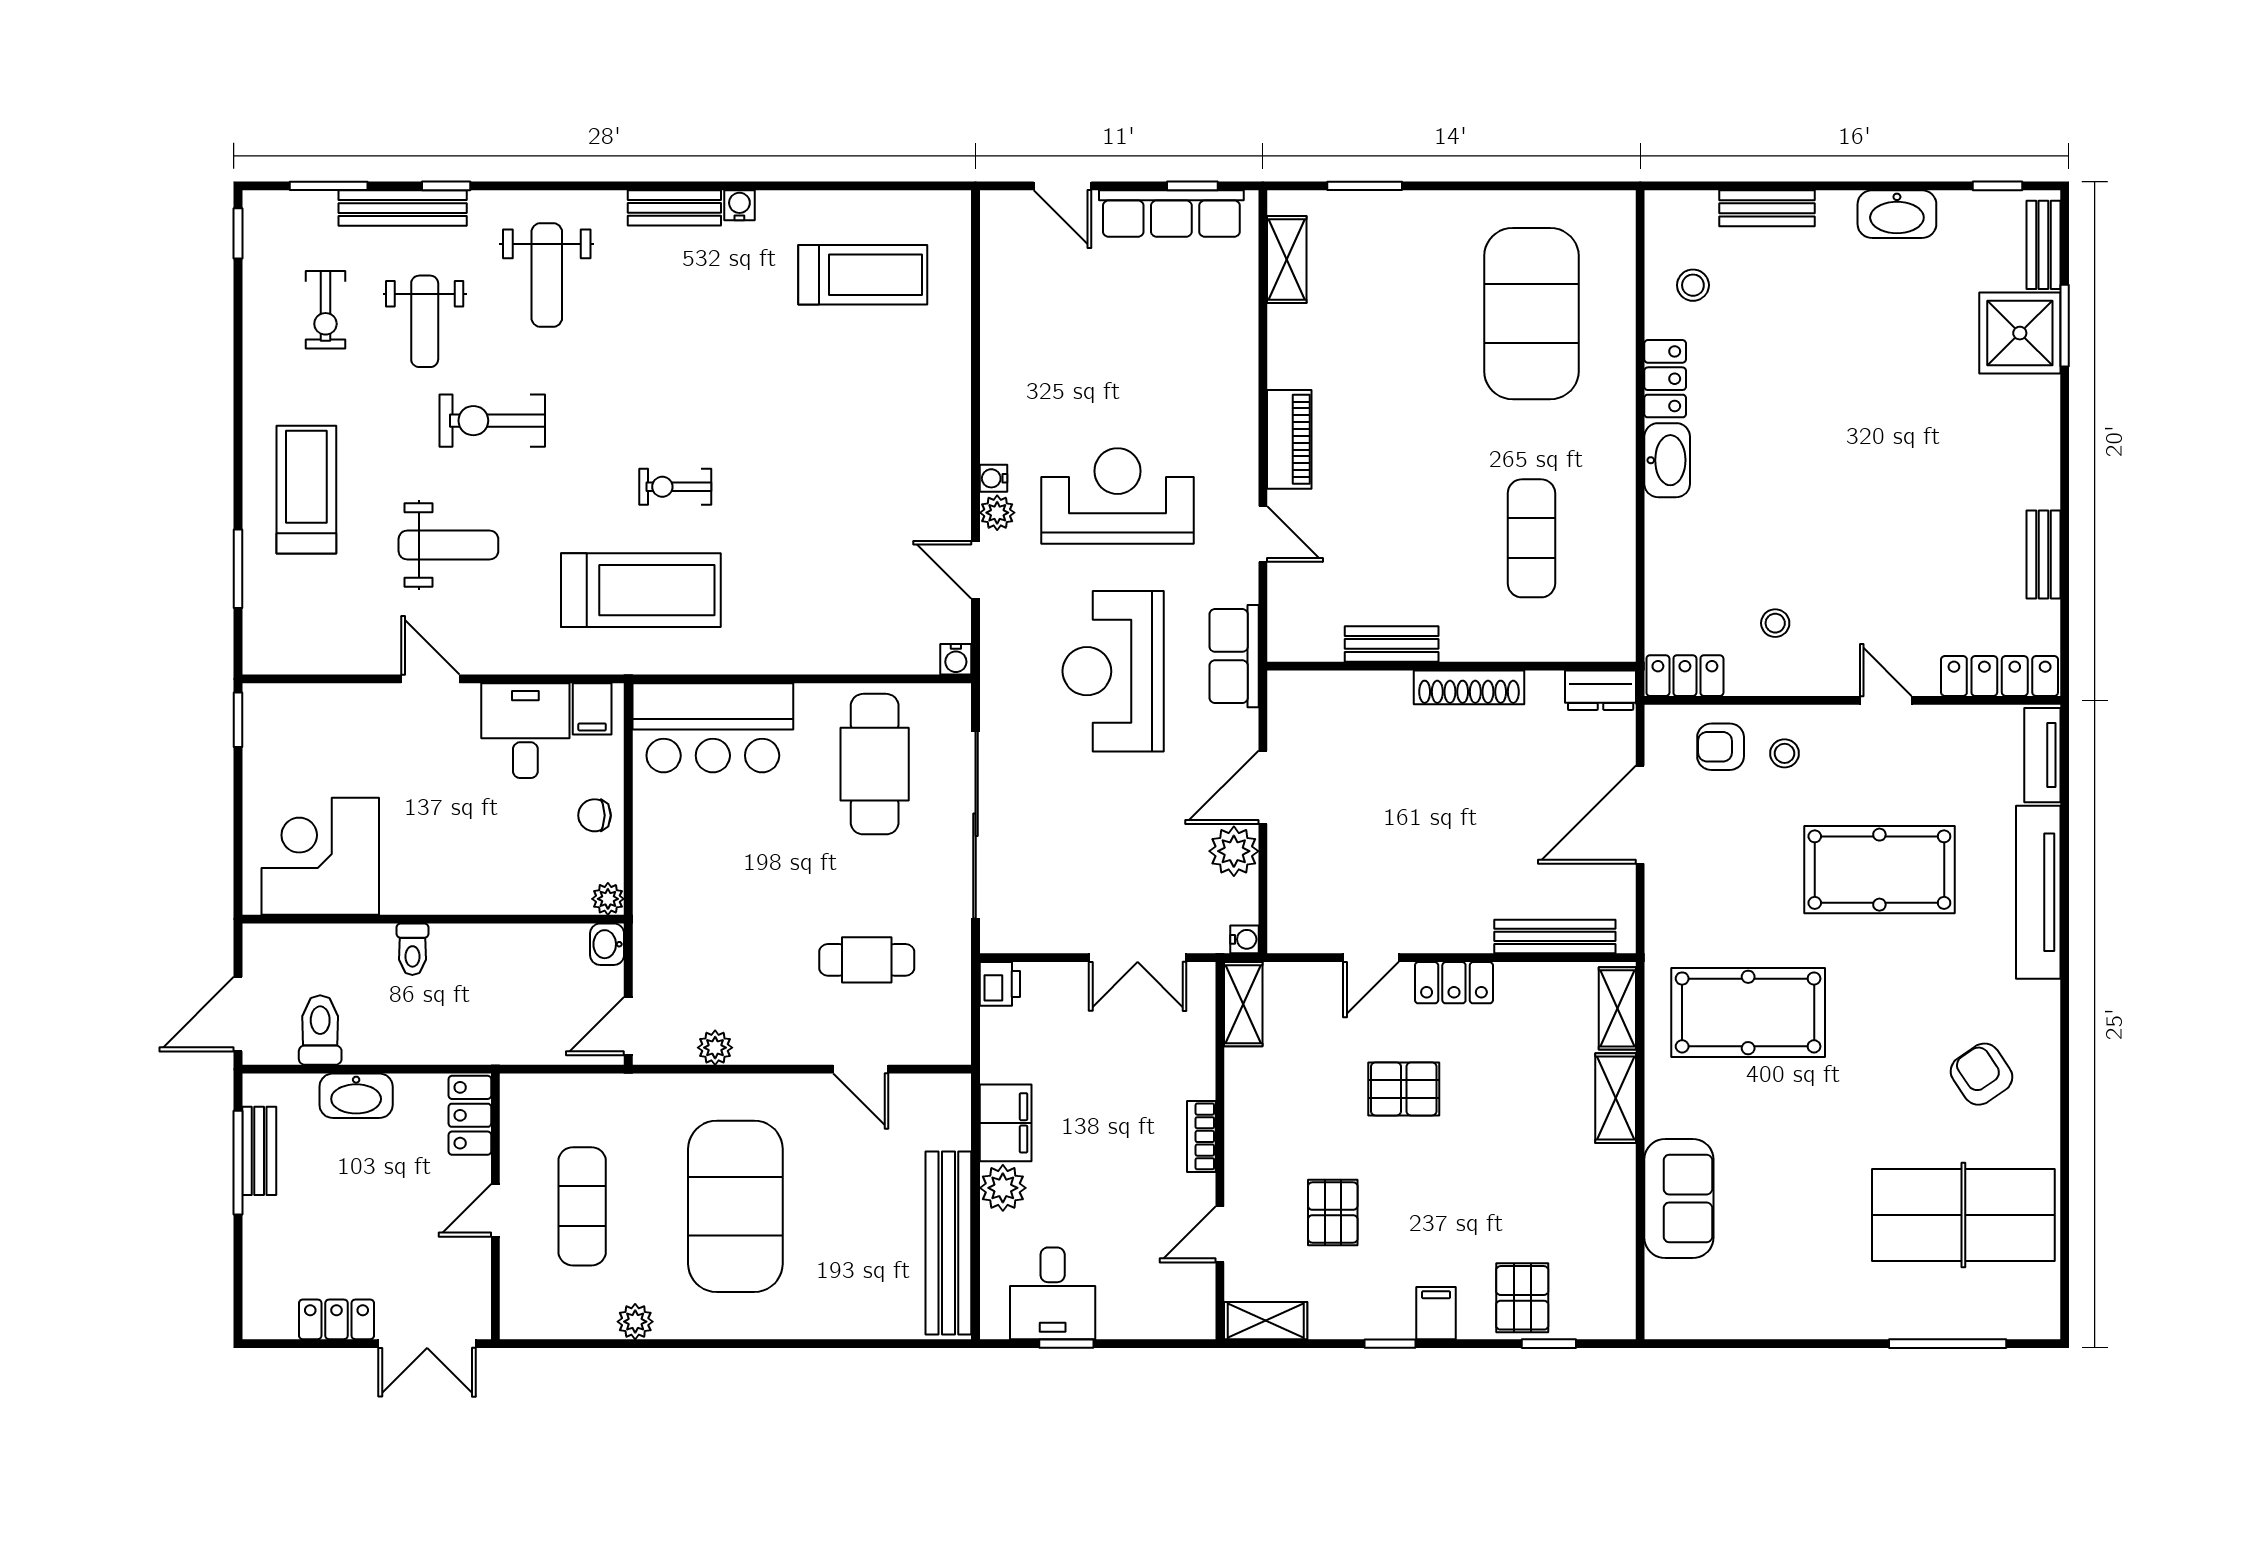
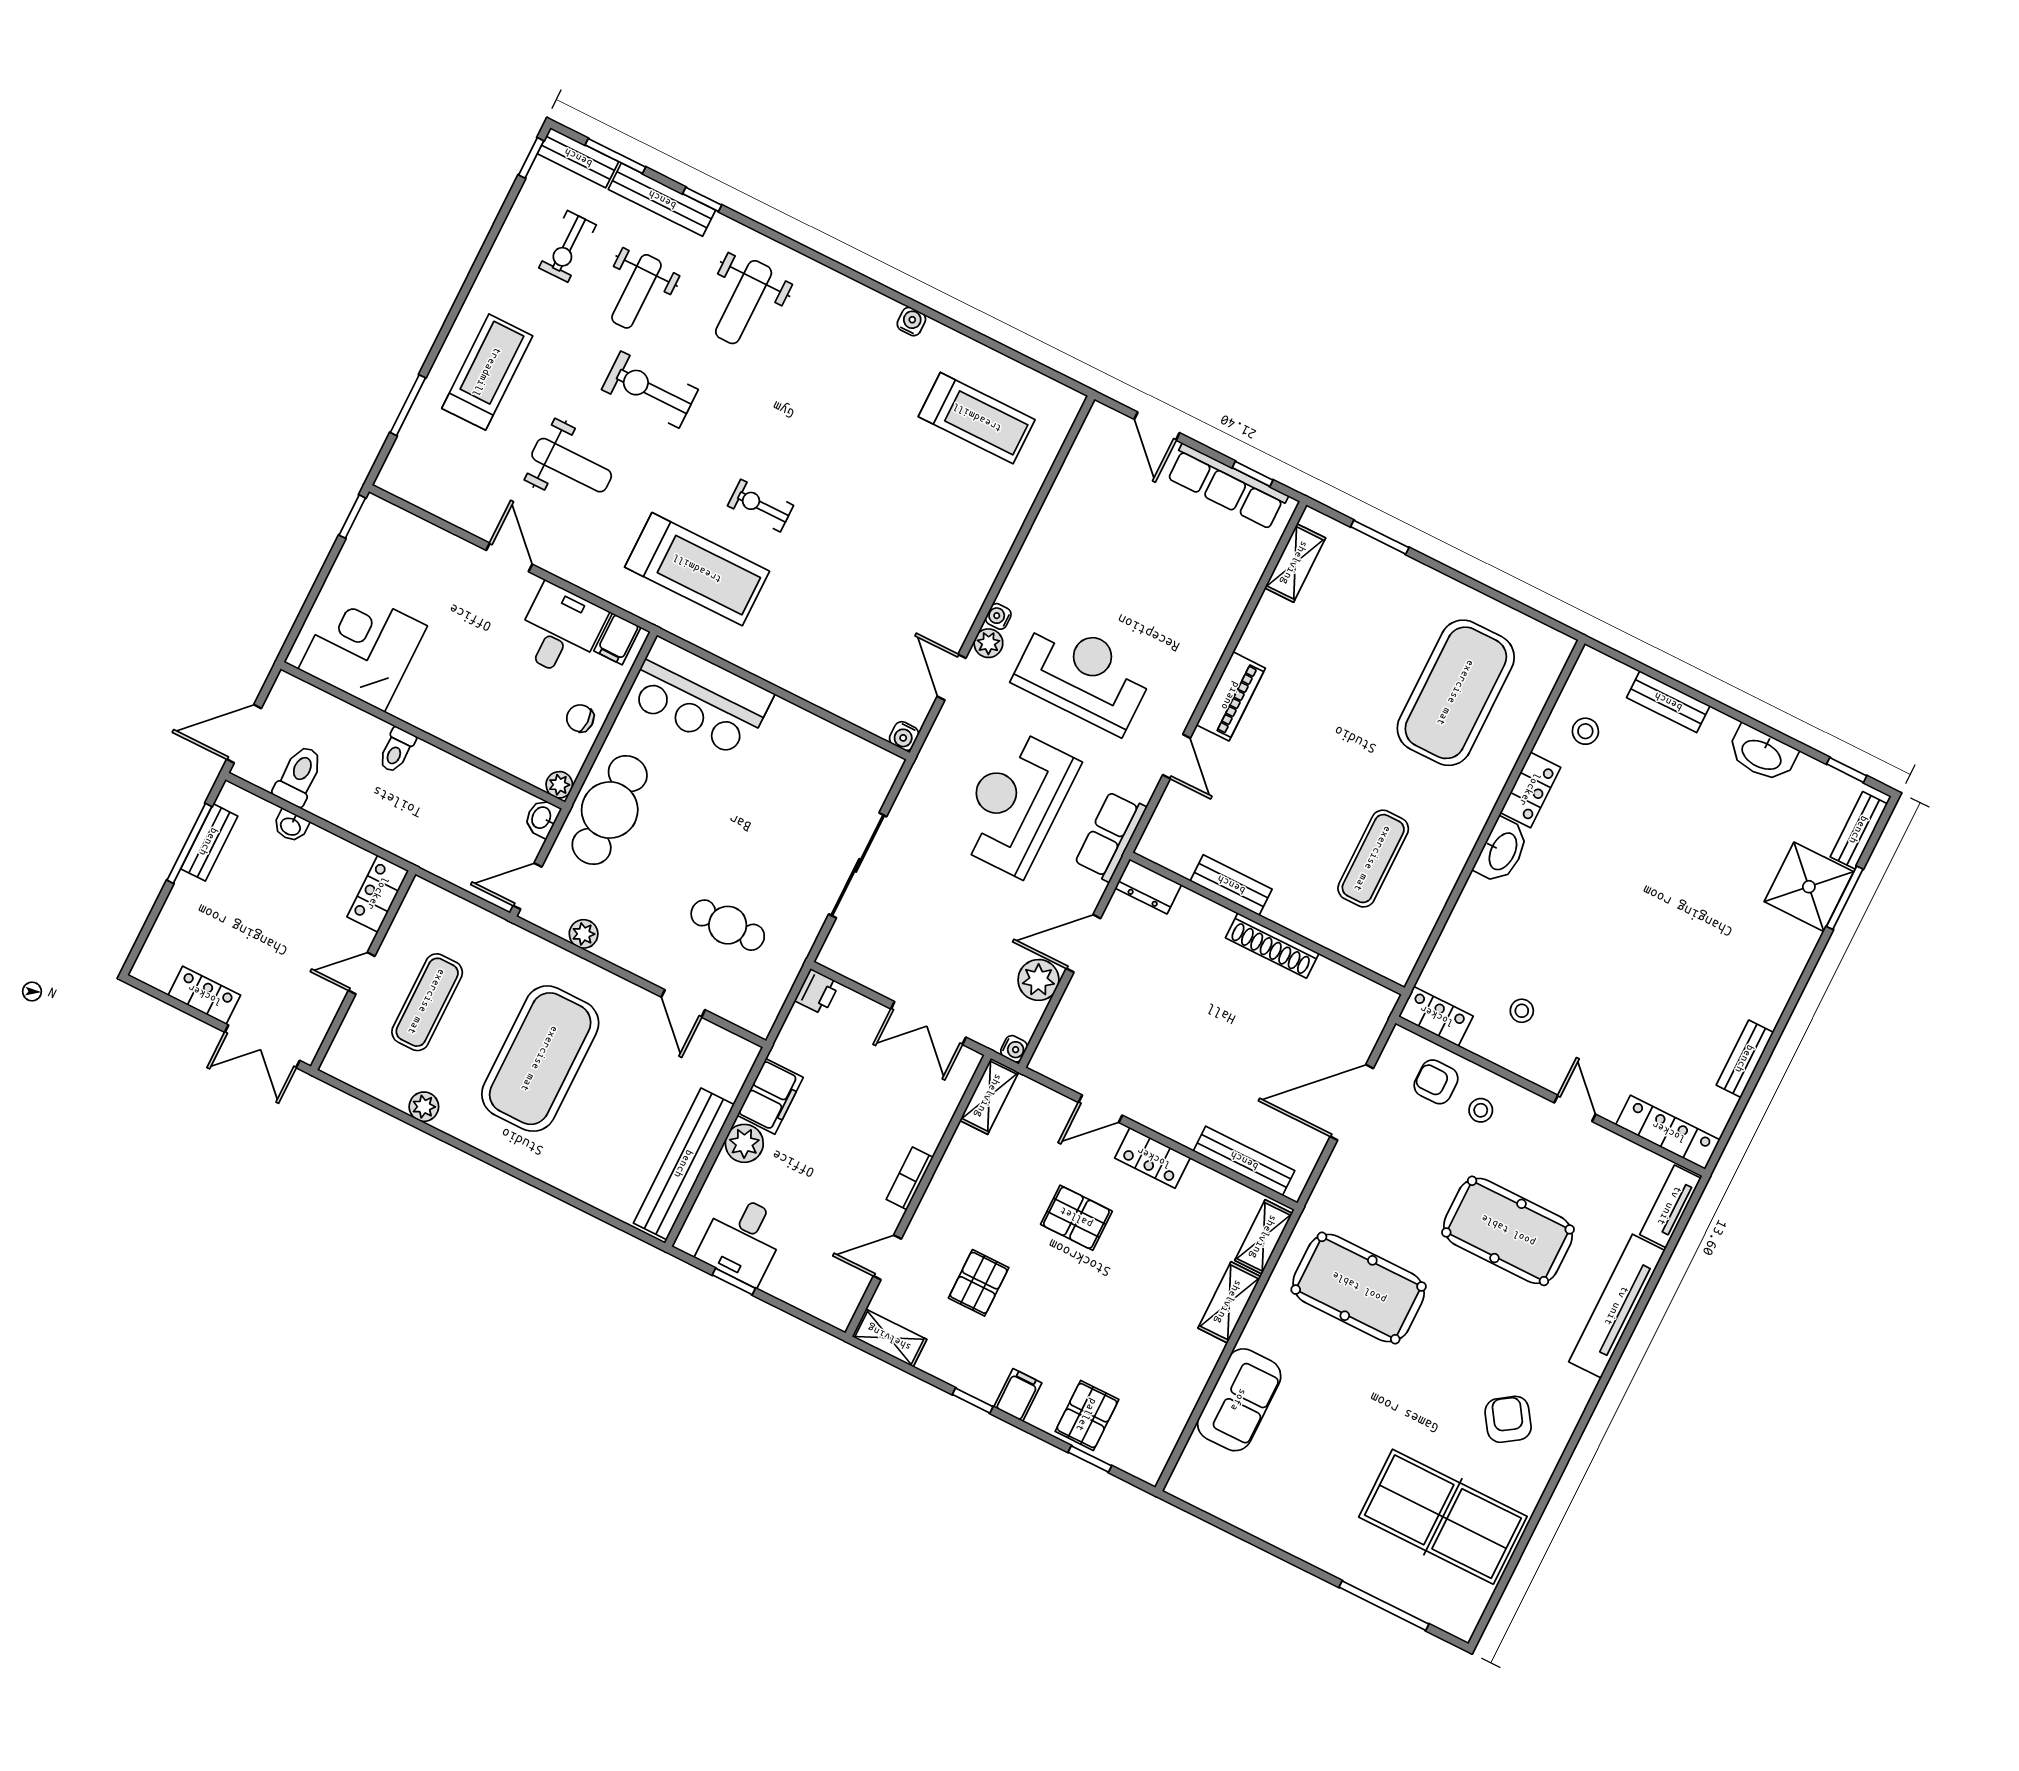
bench: (674, 208) -> (578, 158), moved
dresser: (1601, 690) -> (1148, 886), moved
cafe table: (875, 764) -> (610, 810), moved
sliding door: (976, 825) -> (858, 865), width x0.73
washbasin: (356, 1096) -> (291, 826), width x0.52, depth x0.69

